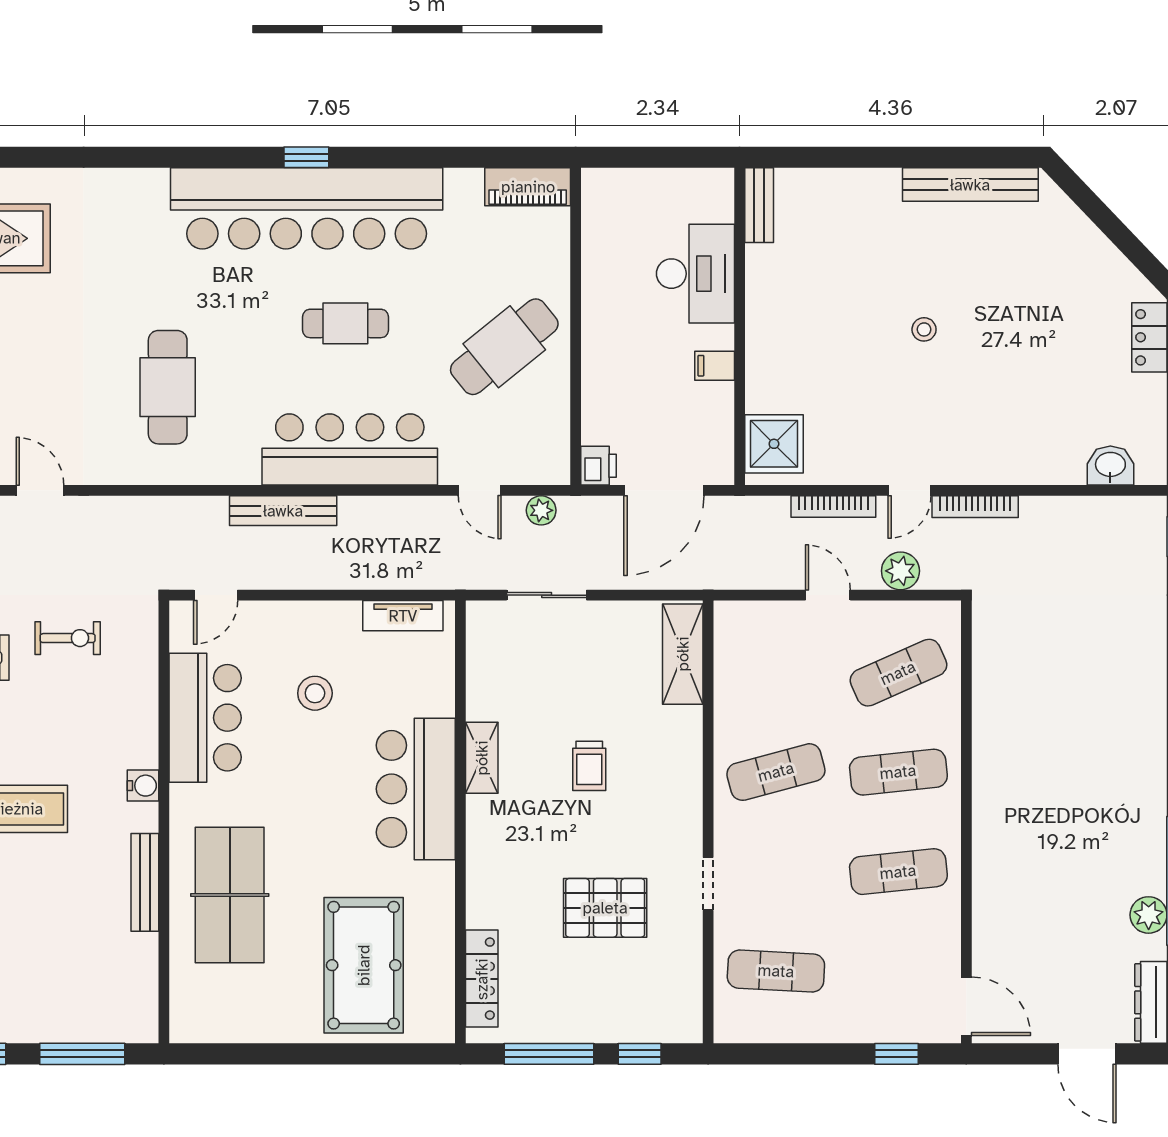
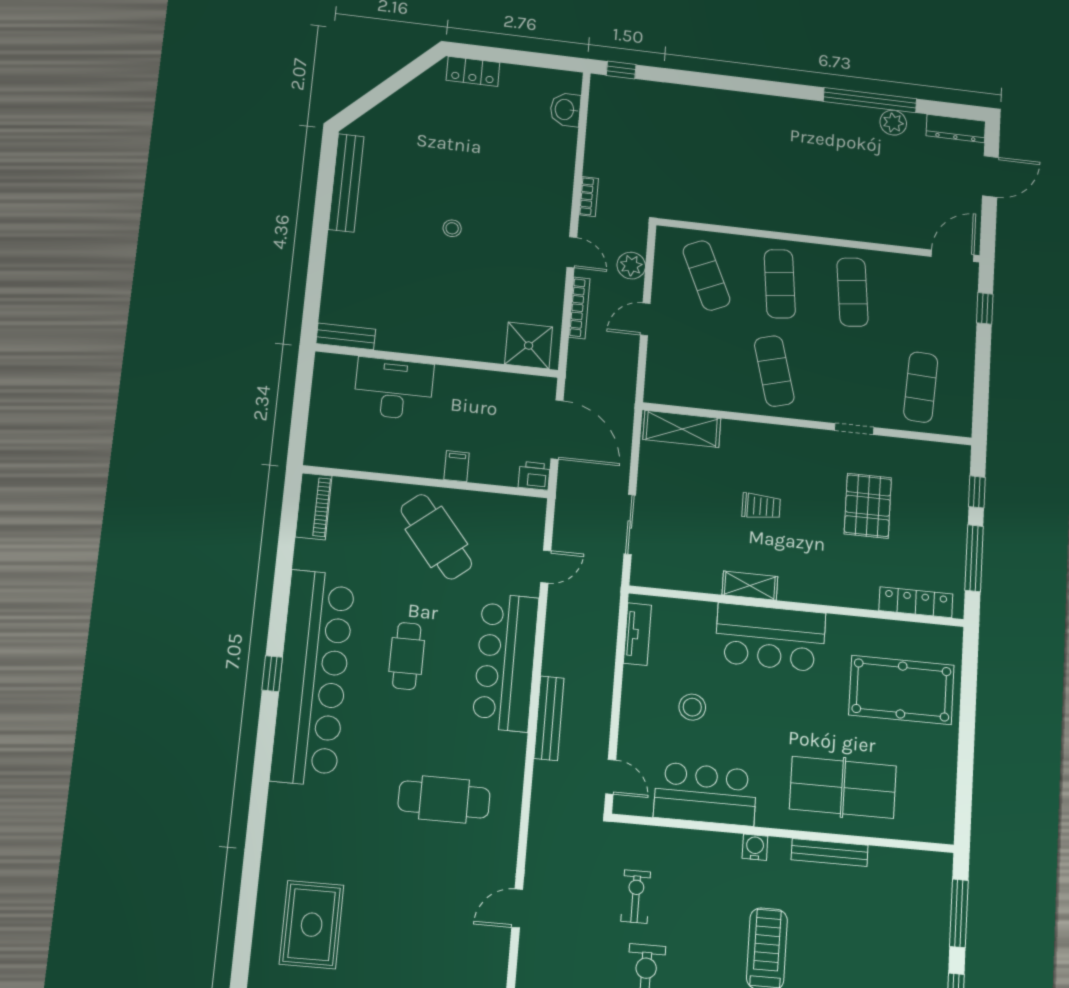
filing cabinet: (715, 366) -> (457, 466), moved, turned 180
bookcase: (975, 507) -> (589, 197), width x0.64
plant: (541, 510) -> (565, 522), removed

